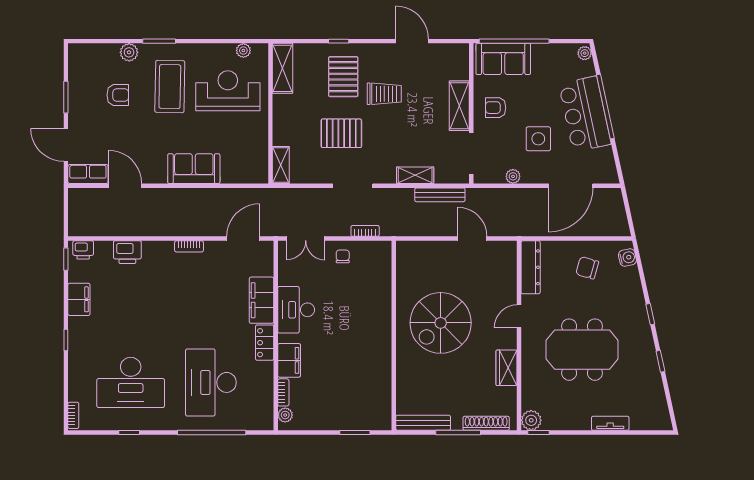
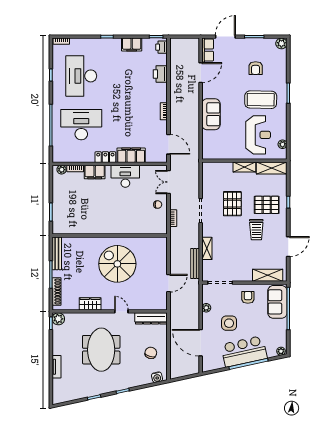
plant: (129, 52) -> (281, 43), moved
shelving: (459, 106) -> (268, 275), moved
shelving: (281, 165) -> (244, 167), moved

